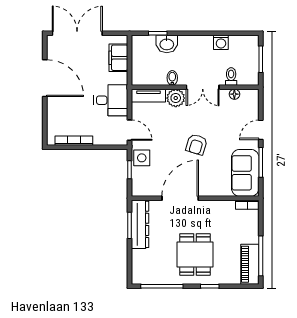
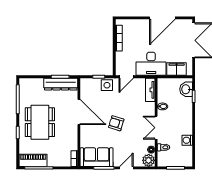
washbasin: (167, 44) -> (186, 89), moved
plant: (176, 98) -> (149, 160), moved
desk: (111, 100) -> (151, 64), width x1.37
door: (261, 130) -> (126, 168), hinge flipped
dining table: (195, 254) -> (40, 122), width x1.38

